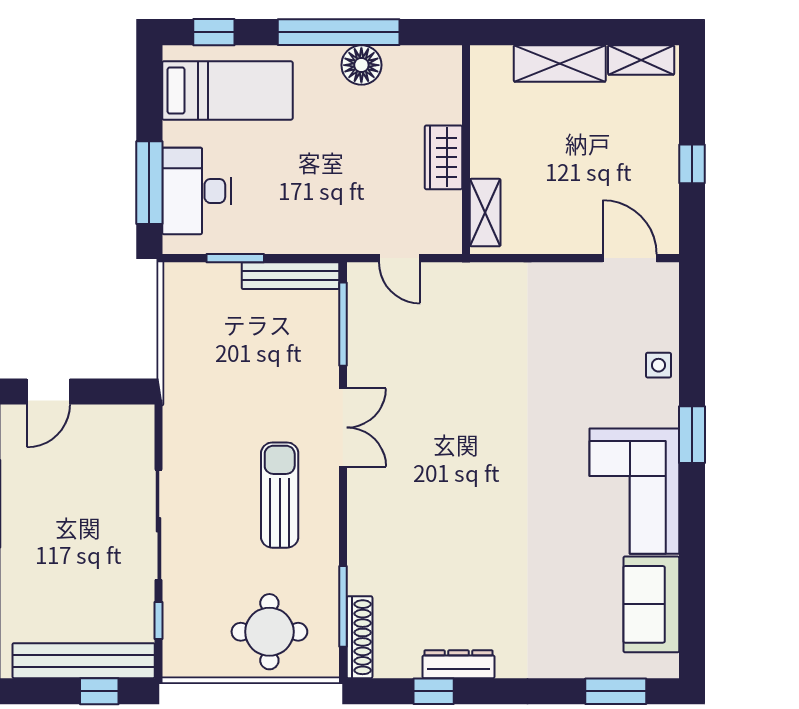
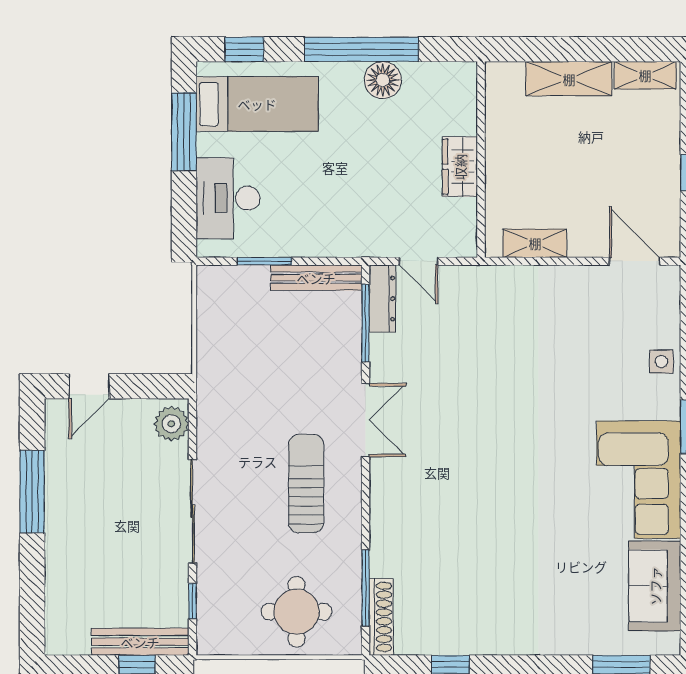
window: (149, 183) -> (184, 132), moved
shelving: (485, 213) -> (535, 243), moved, turned 90
plant: (136, 431) -> (171, 424), added
bench: (84, 661) -> (140, 642), width x0.73, depth x0.82
dresser: (458, 664) -> (382, 299), moved, turned 90

